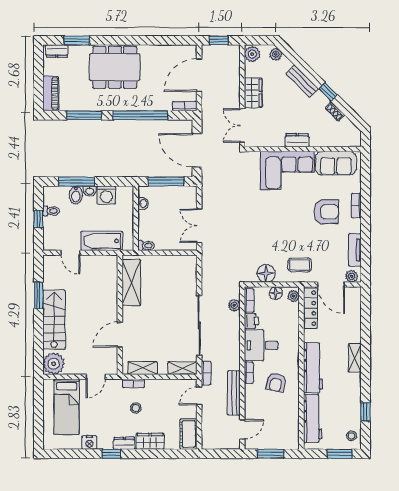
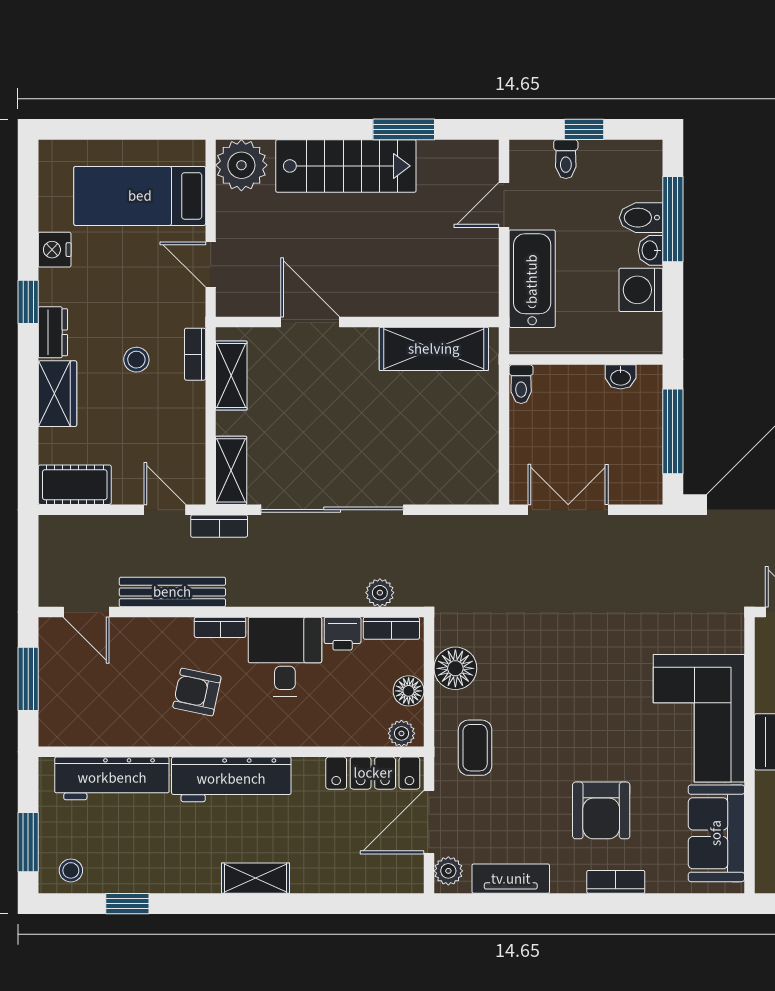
toilet: (51, 211) -> (566, 159), moved

